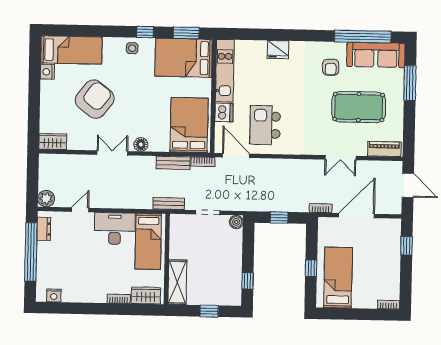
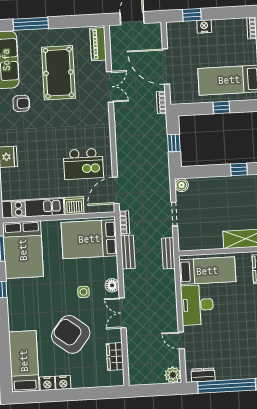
side table: (132, 48) -> (83, 292), moved
nightstand: (47, 88) -> (63, 383), added
wardrobe: (53, 142) -> (115, 357), moved
nightstand: (394, 257) -> (204, 26), added

